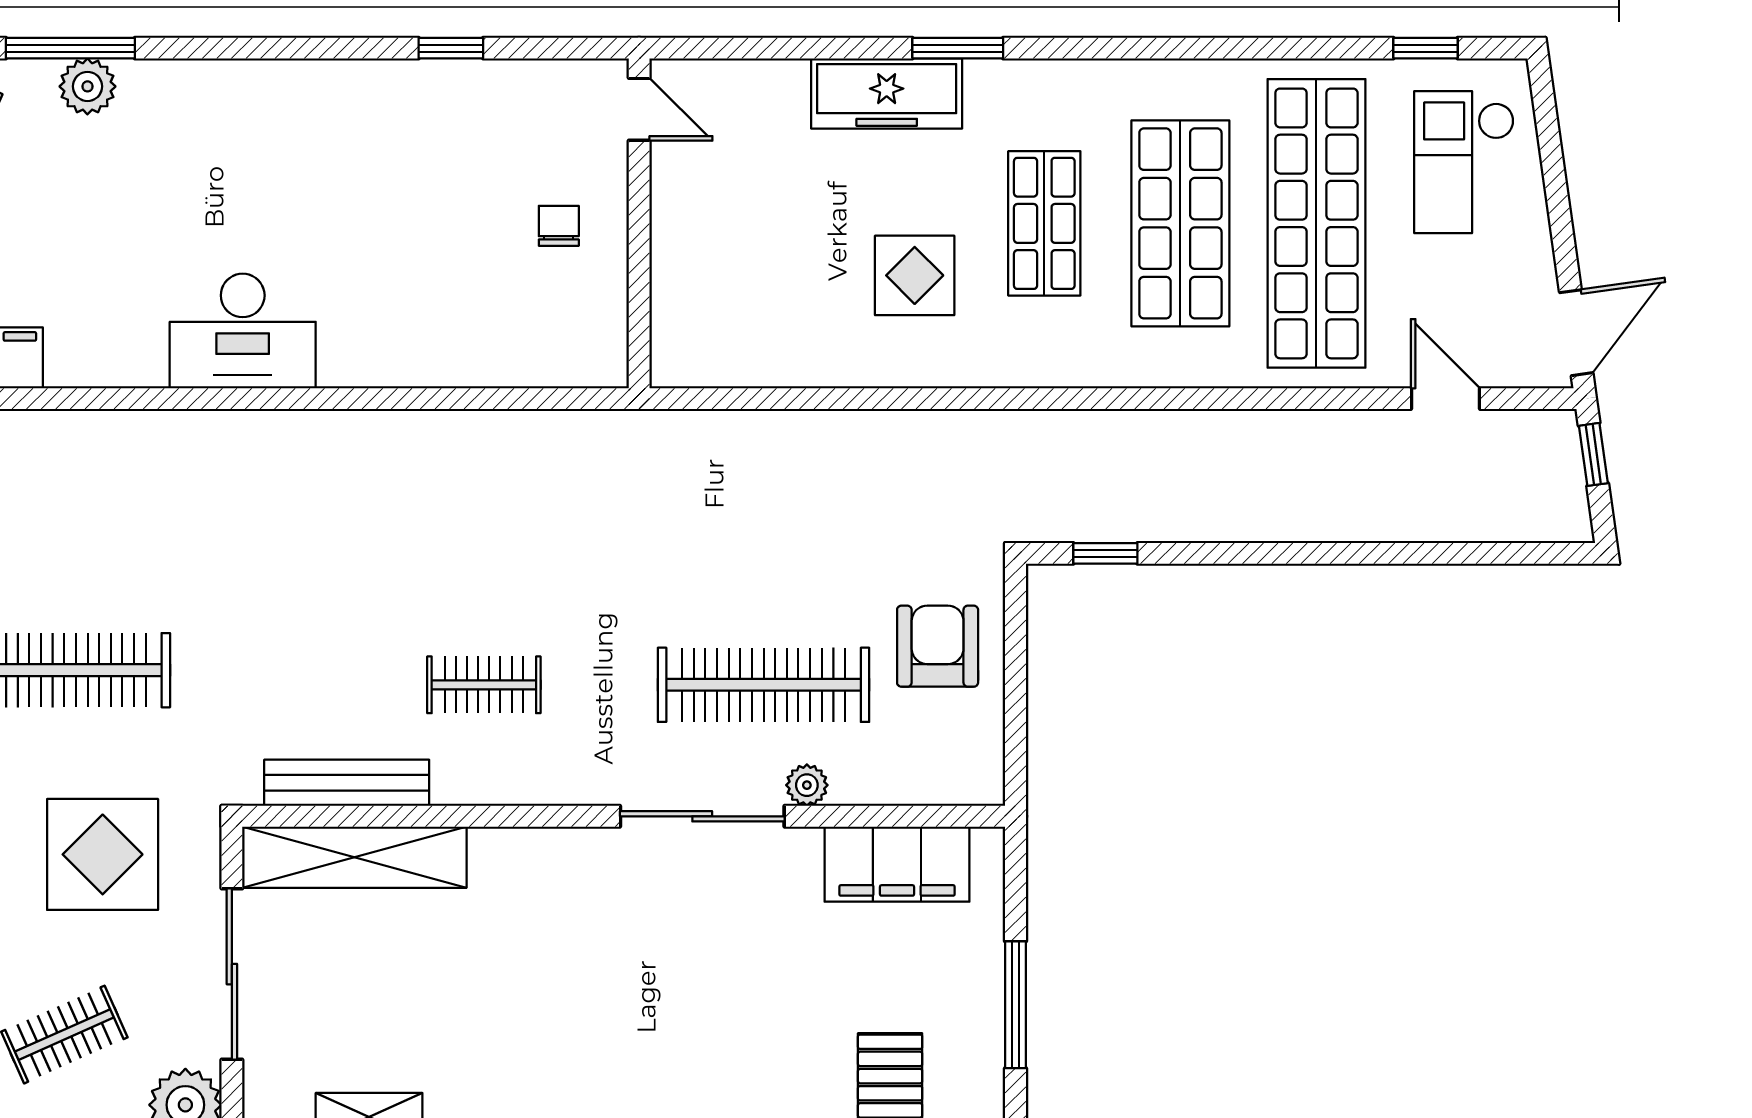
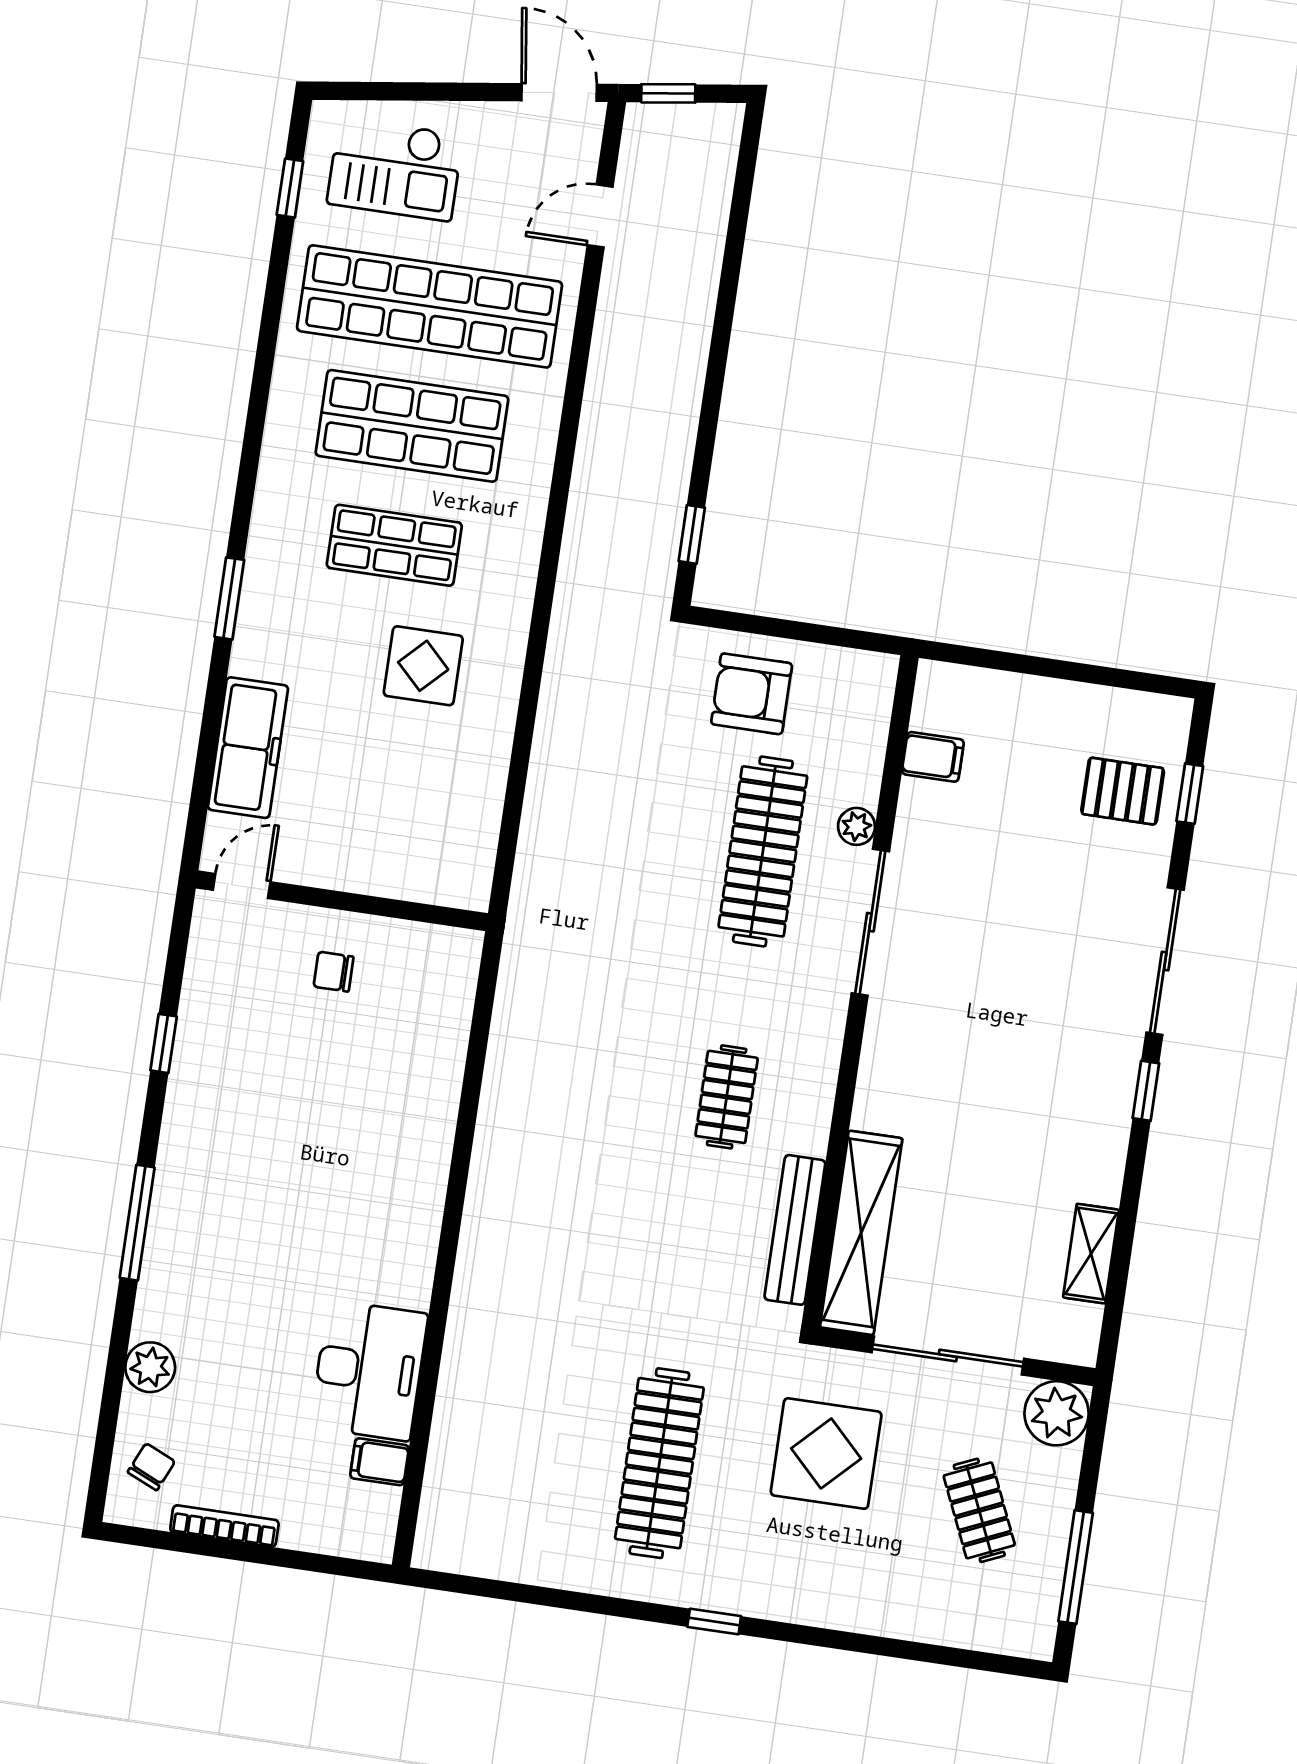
window: (70, 48) -> (137, 1223), moved
freezer: (887, 94) -> (248, 748), moved
desk: (243, 331) -> (369, 1370), moved
filing cabinet: (897, 864) -> (933, 757), width x0.33, depth x0.86
window: (1015, 1005) -> (1076, 672), removed

